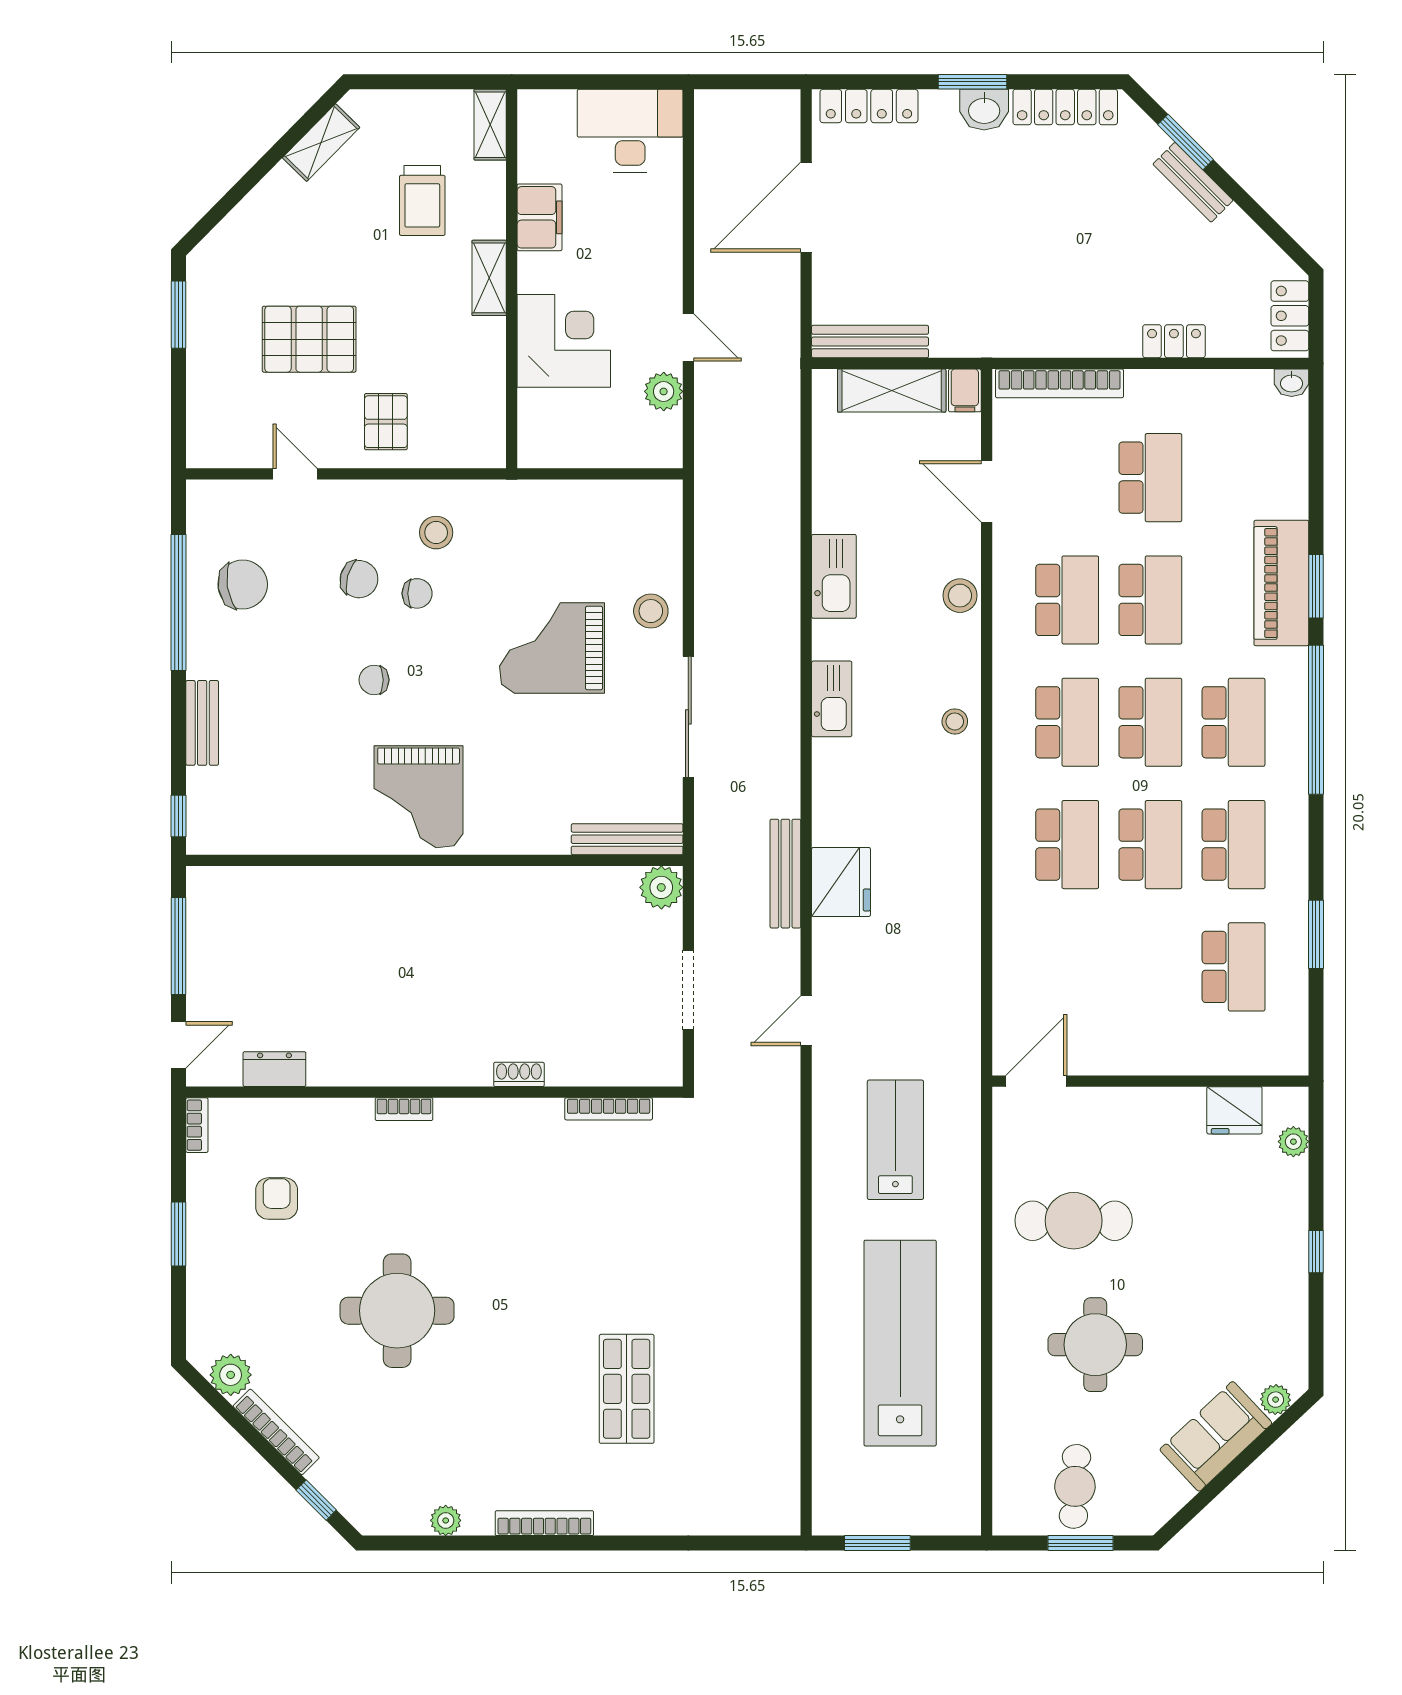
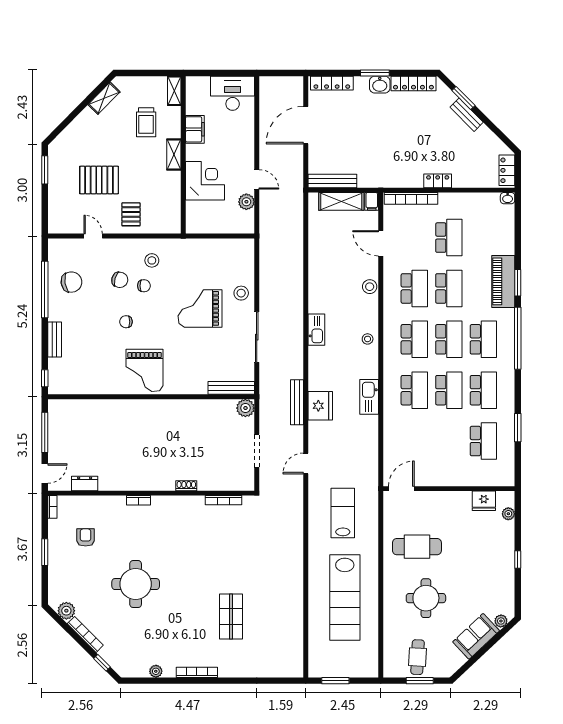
locker: (1174, 341) -> (438, 181), moved
kitchen sink: (834, 576) -> (369, 397), moved, turned 180
lab bench: (900, 1343) -> (345, 597), turned 180

